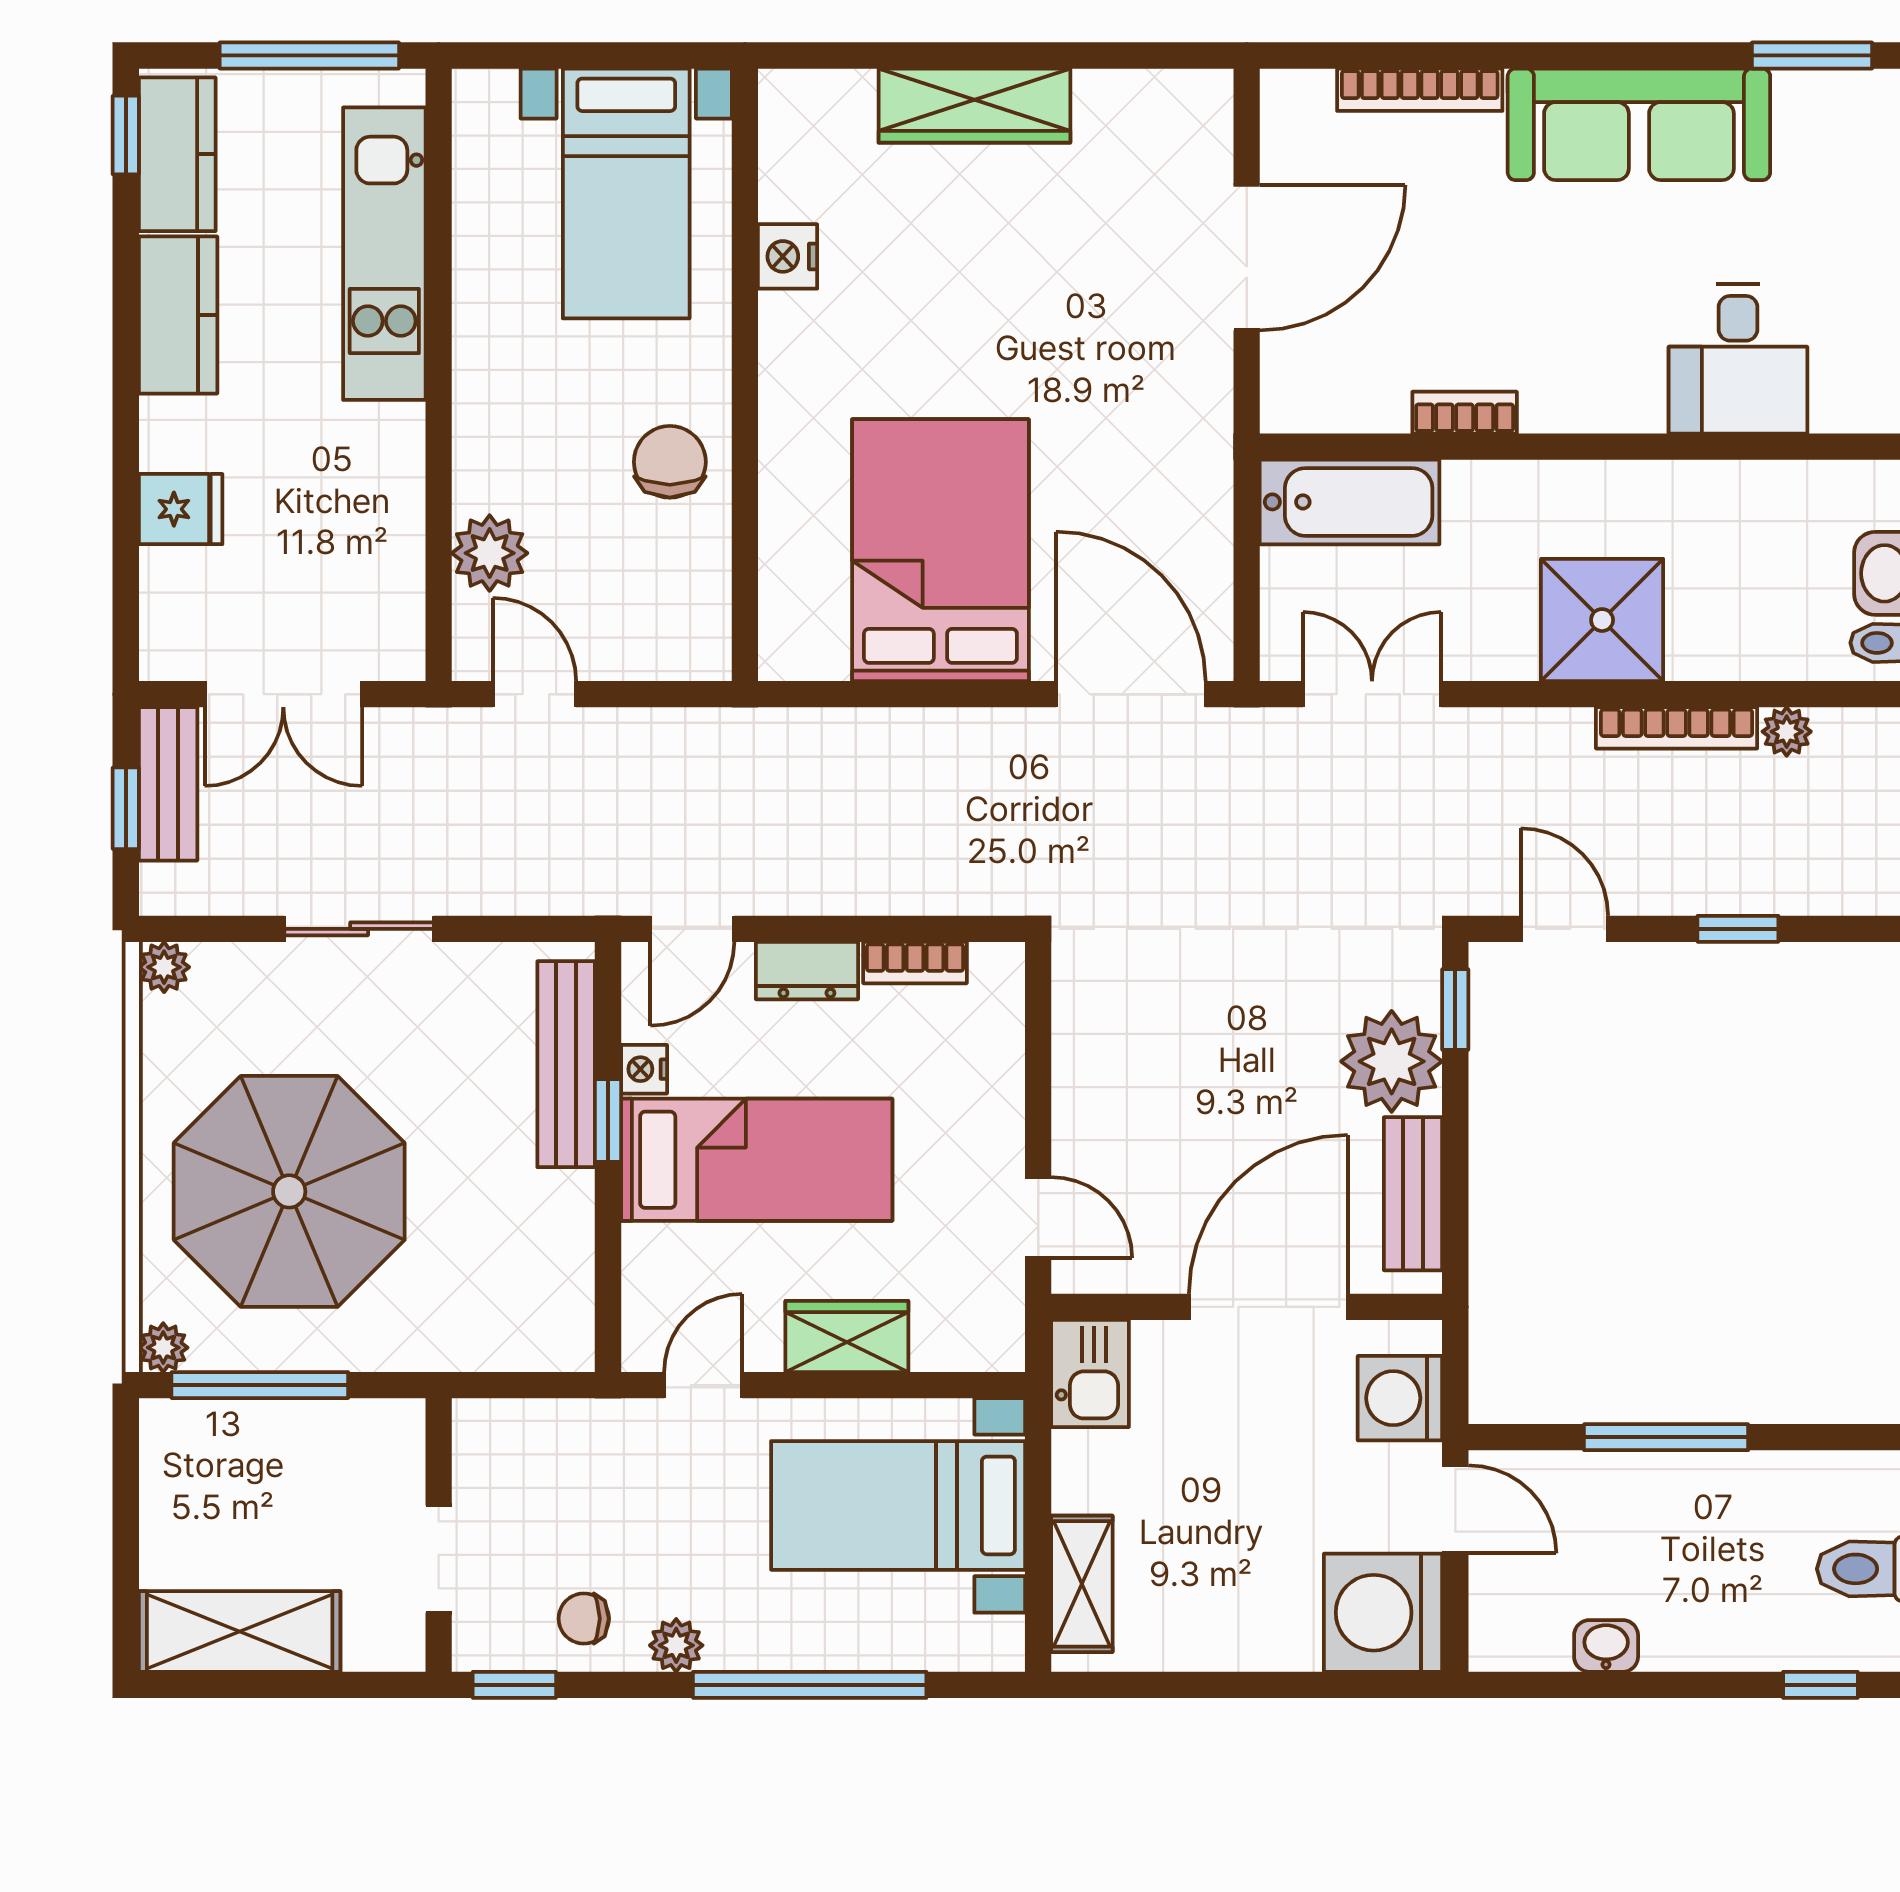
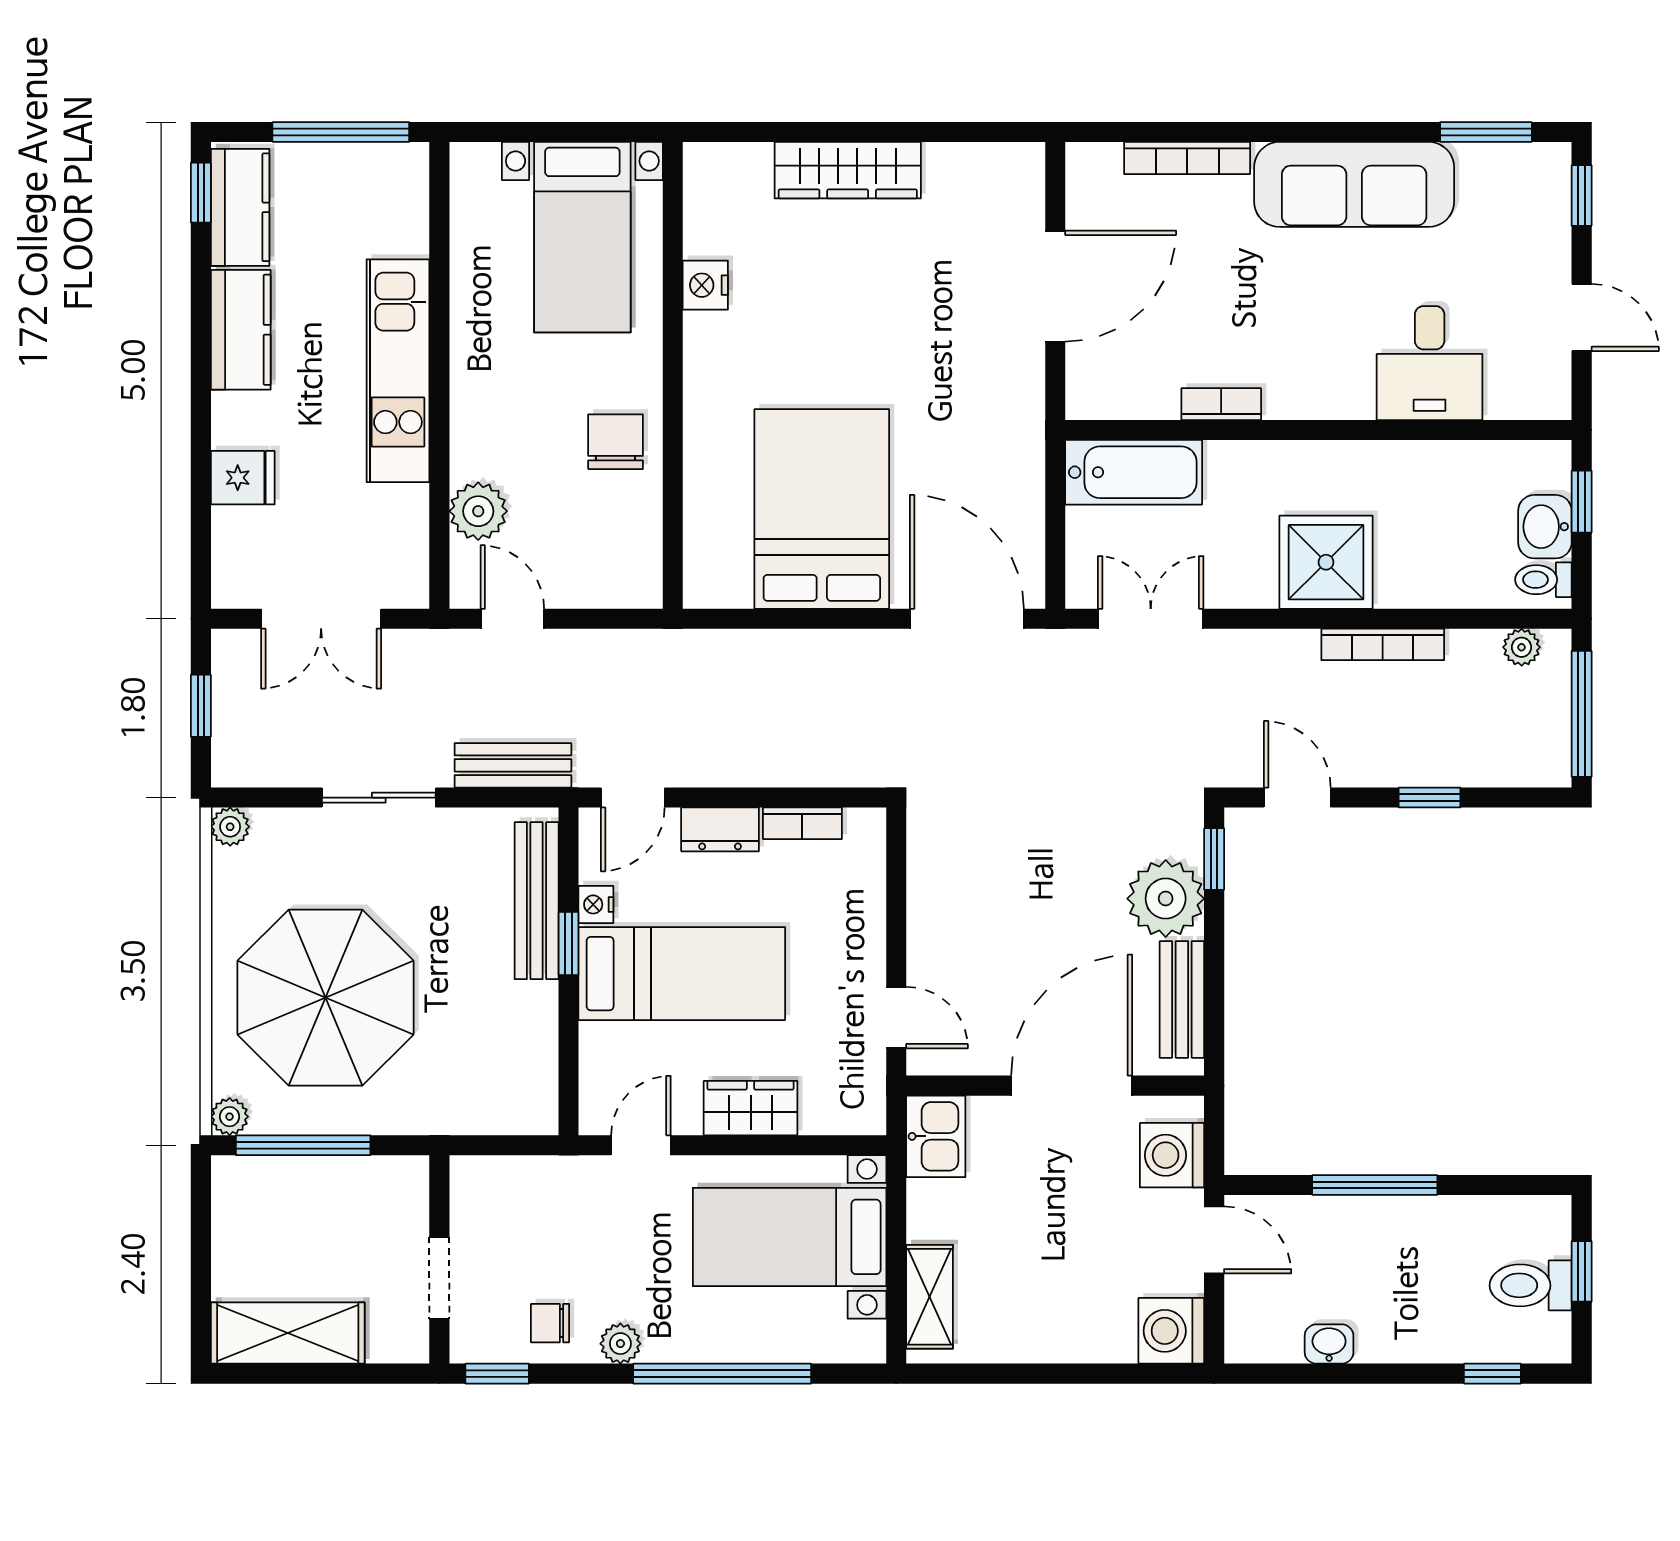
kitchen unit: (384, 254) -> (398, 371), moved
plant: (1787, 732) -> (1522, 647), moved
bench: (168, 784) -> (513, 765), moved, turned 90
washing machine: (1383, 1613) -> (1171, 1331), width x0.73, depth x0.73

